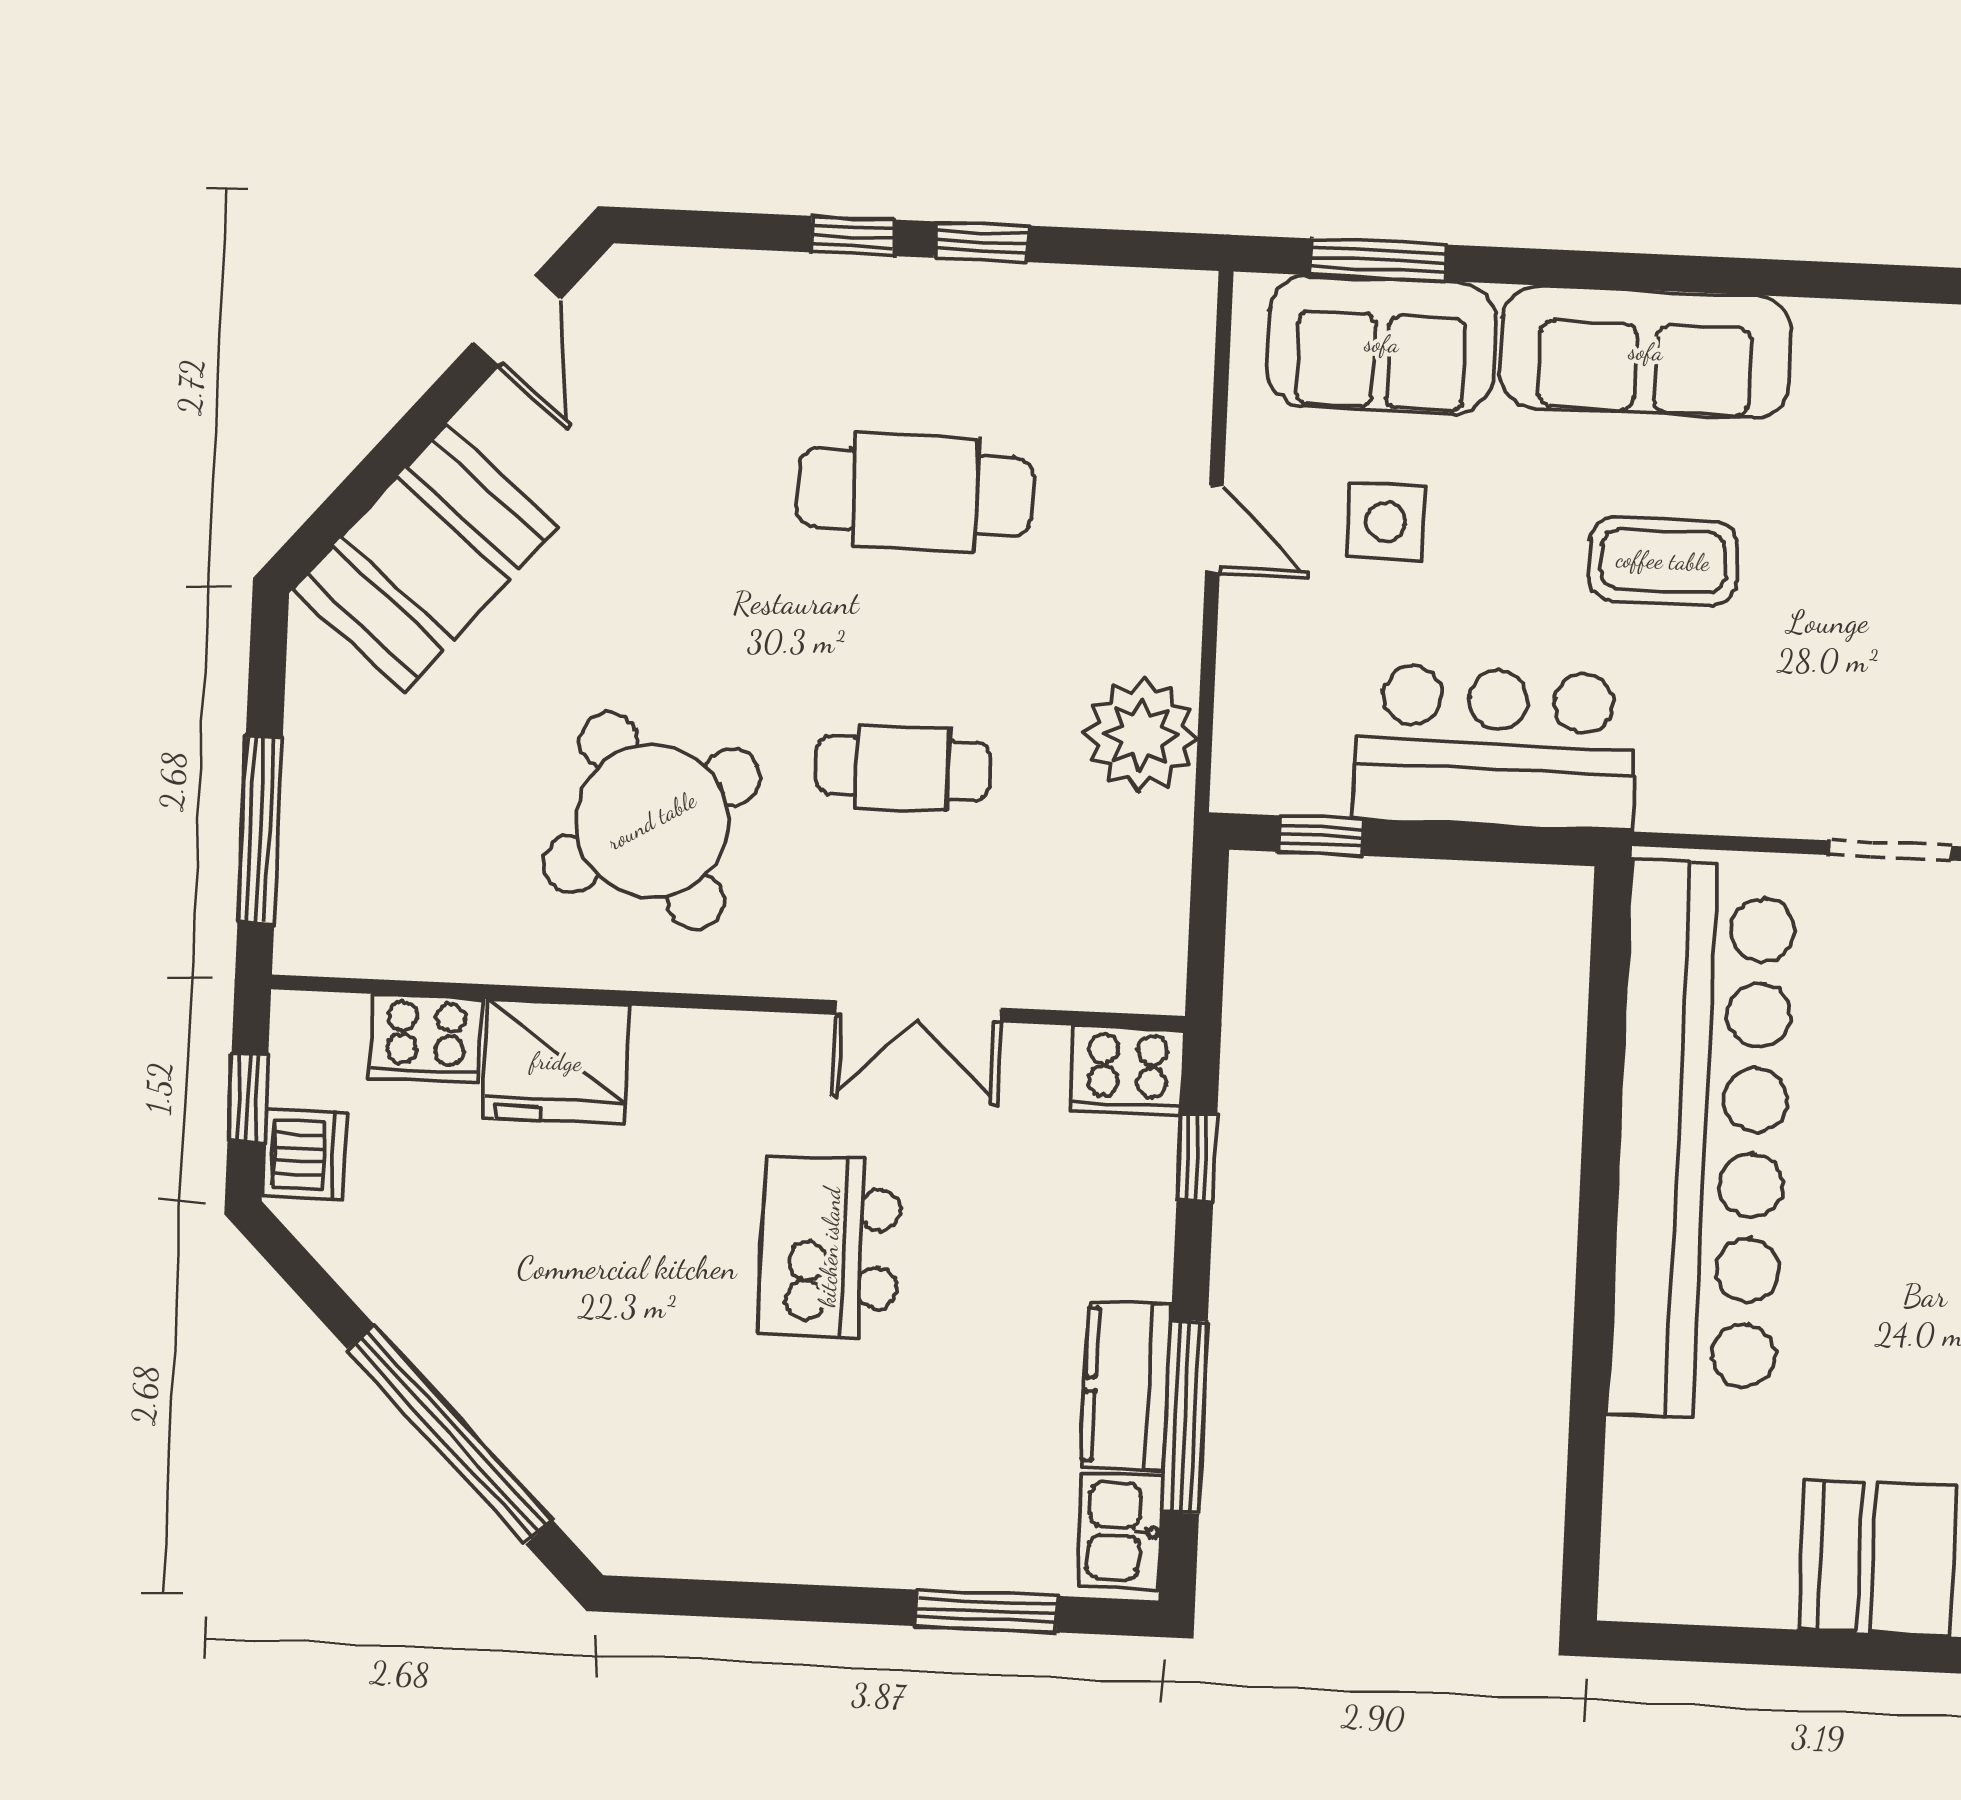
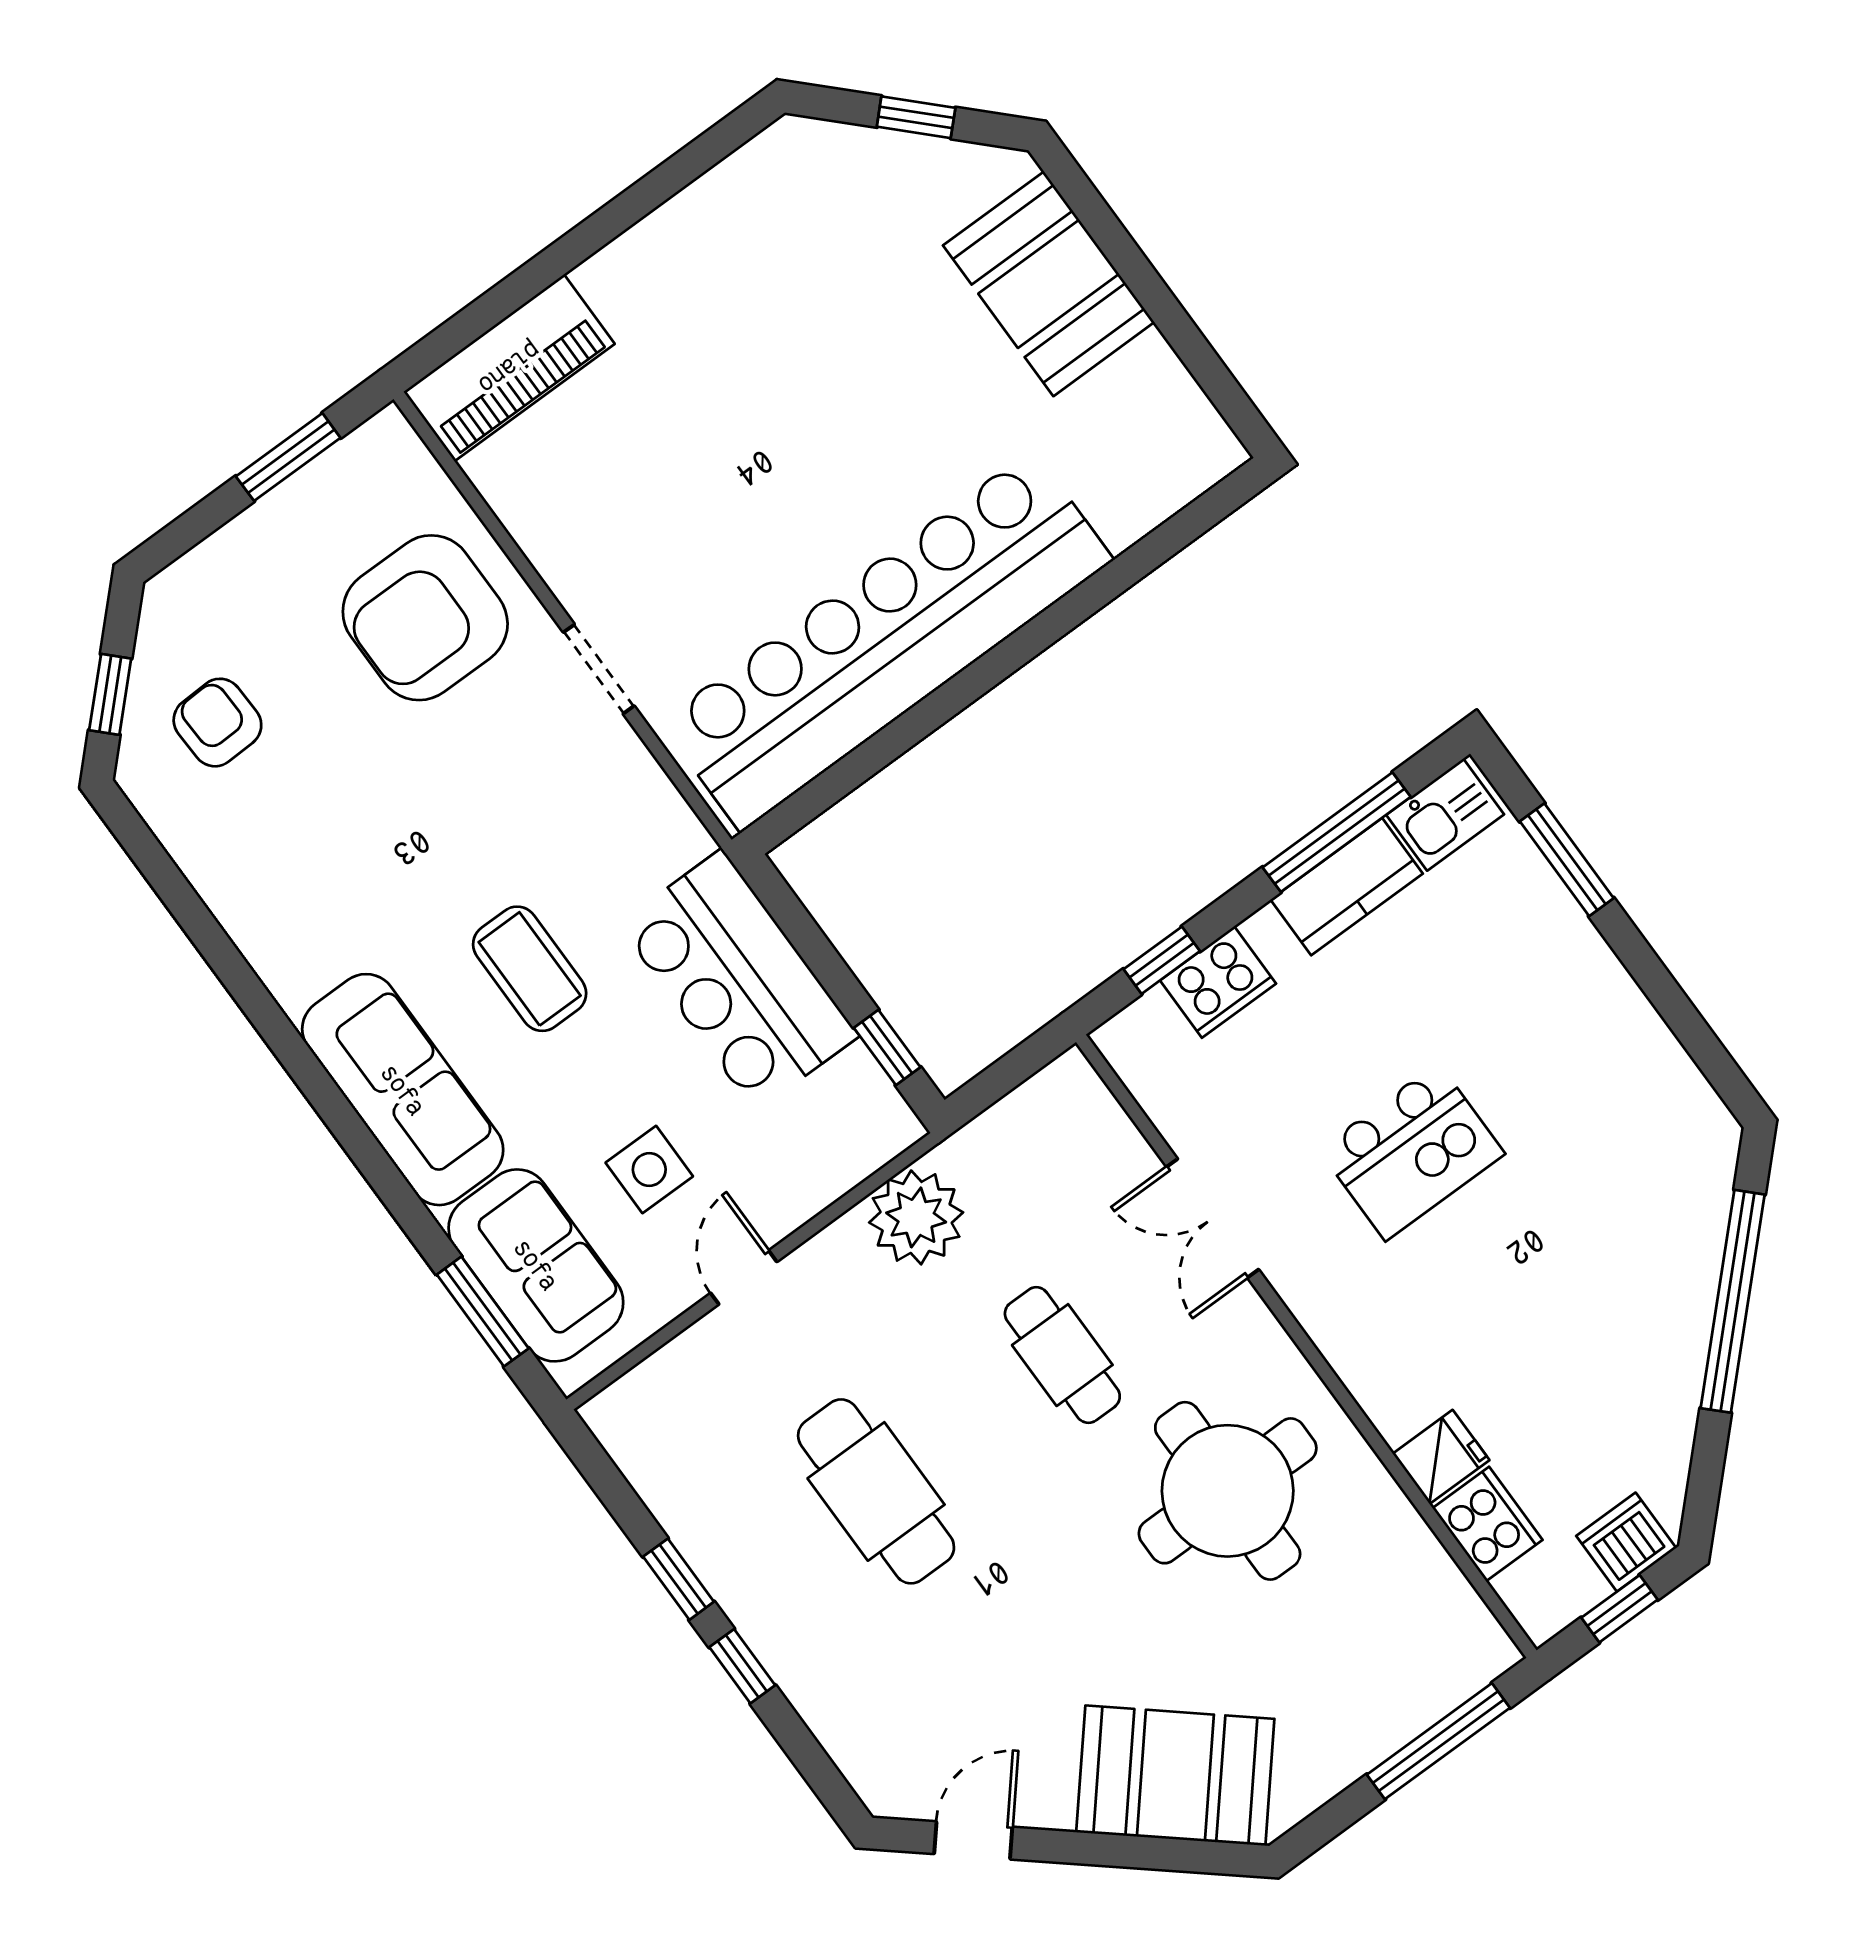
round table: (652, 821) -> (1228, 1491), turned 31
double door: (918, 1011) -> (1213, 1218), swing flipped
fridge: (556, 1062) -> (1441, 1457), width x0.53, depth x0.75
cooker: (1127, 1071) -> (1218, 982), moved, turned 90

